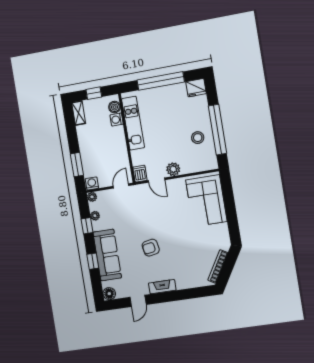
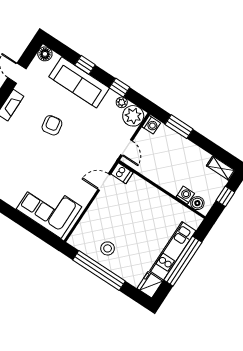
kitchen unit: (133, 123) -> (173, 251), moved, turned 90
plant: (173, 169) -> (100, 204), removed
plant: (92, 197) -> (133, 116), width x1.87, depth x1.87

